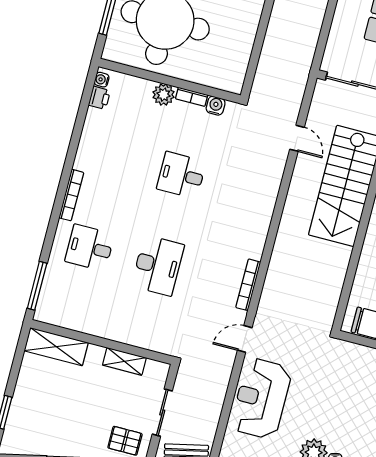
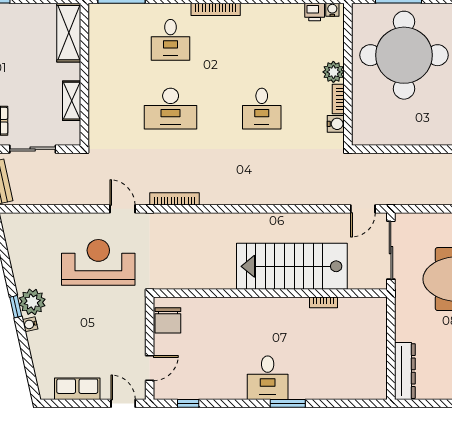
door: (297, 138) -> (363, 209), moved
desk: (181, 175) -> (262, 109), turned 180
desk: (90, 248) -> (171, 40), turned 180
reception desk: (261, 398) -> (98, 262), moved

